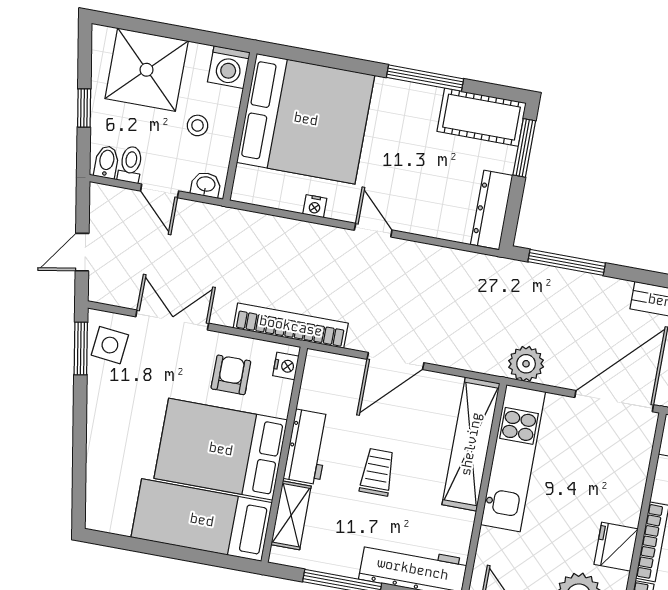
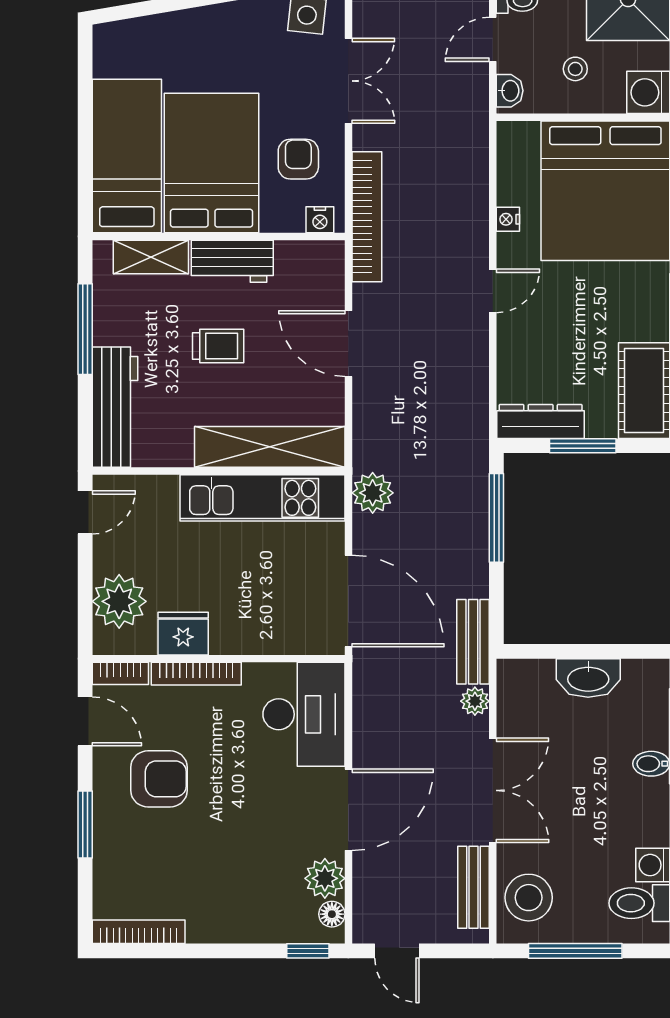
window: (524, 148) -> (583, 446), moved
armchair: (231, 375) -> (298, 159), turned -90

